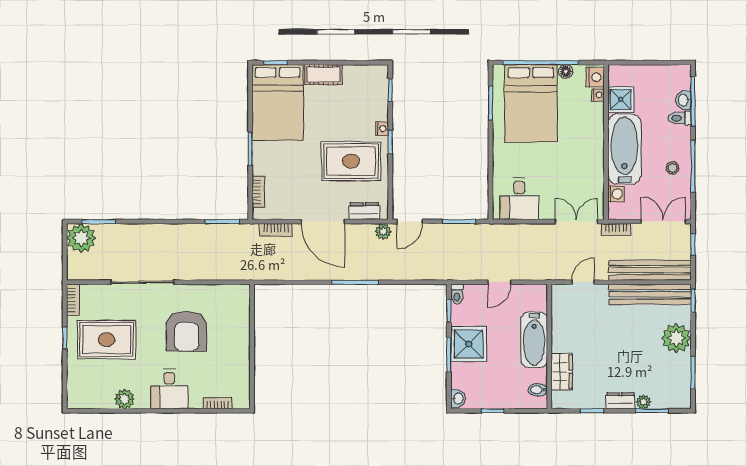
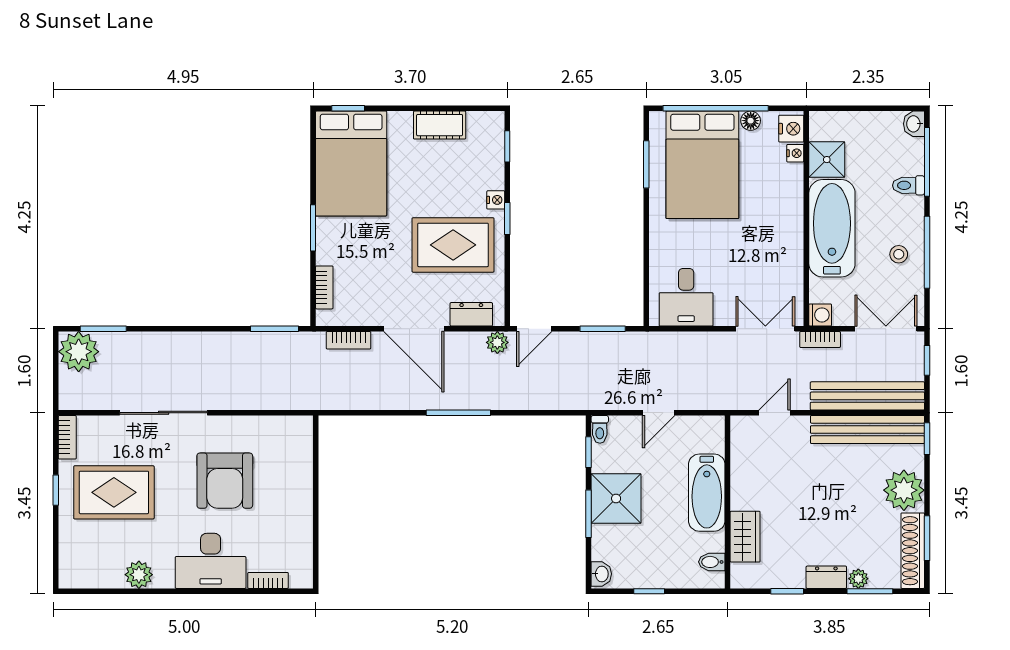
cot: (323, 75) -> (440, 125), moved
washbasin: (684, 100) -> (914, 124), moved
washing machine: (616, 194) -> (820, 315), moved
shoe rack: (683, 382) -> (913, 551), added
desk: (169, 389) -> (211, 561), width x1.37

